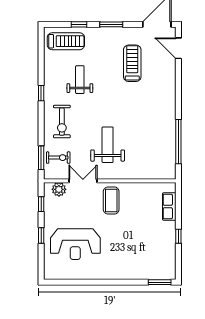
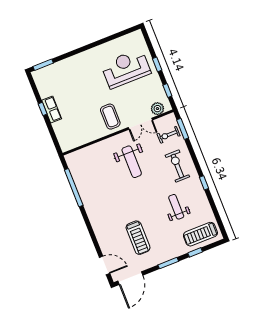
weight bench: (80, 80) -> (176, 207), turned 180
row of seats: (169, 207) -> (52, 109), moved

